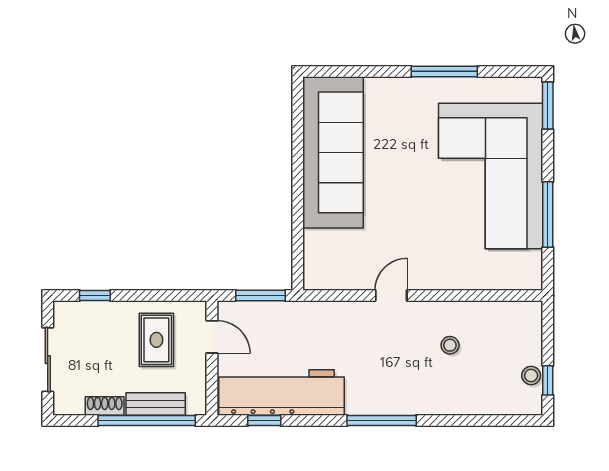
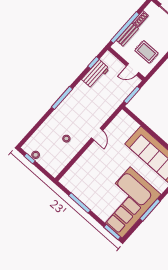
corner sofa: (491, 176) -> (126, 202), moved, turned -90
workbench: (282, 392) -> (96, 74), width x0.53, depth x0.76

